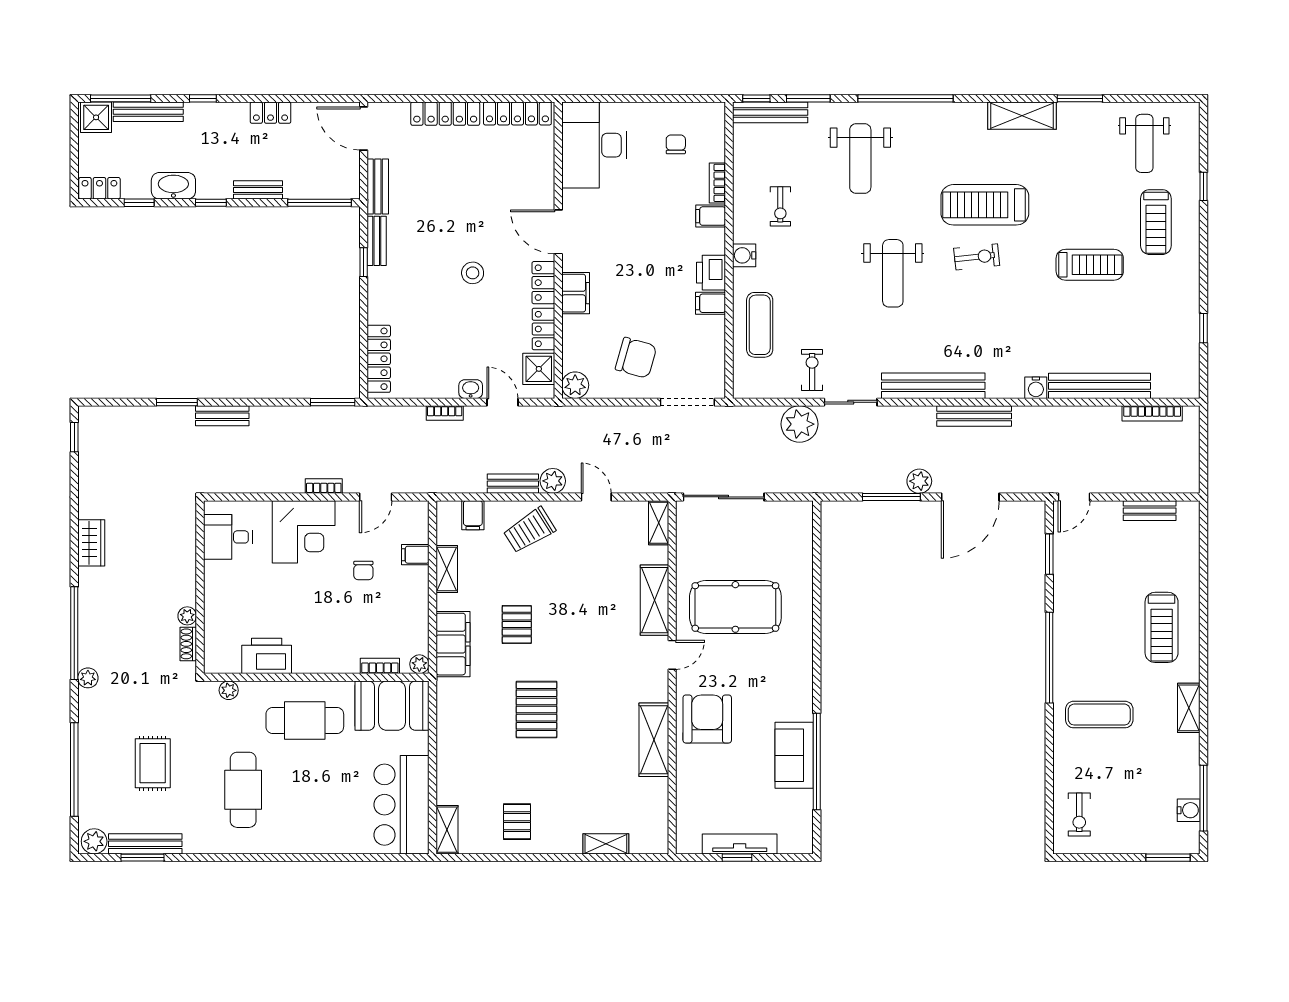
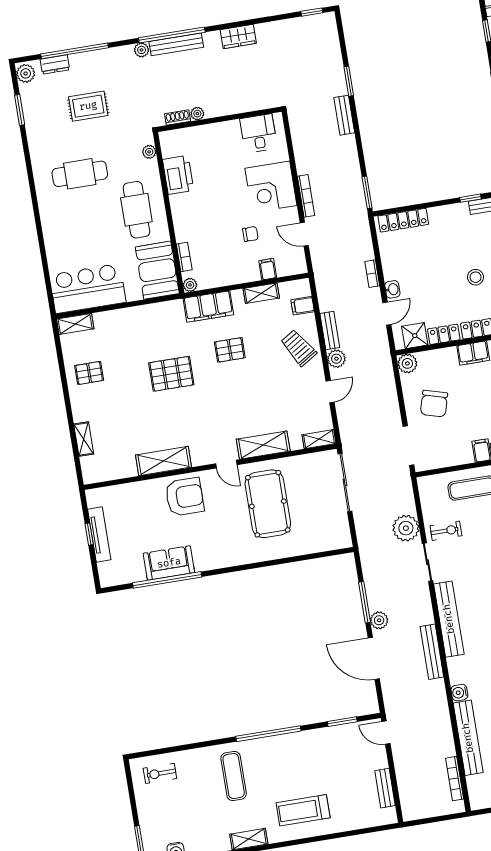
bookcase: (324, 486) -> (306, 196), width x1.56
chair: (363, 570) -> (250, 234), turned 180
dresser: (88, 799) -> (55, 65), added
bench: (145, 844) -> (176, 44), moved, turned 90

